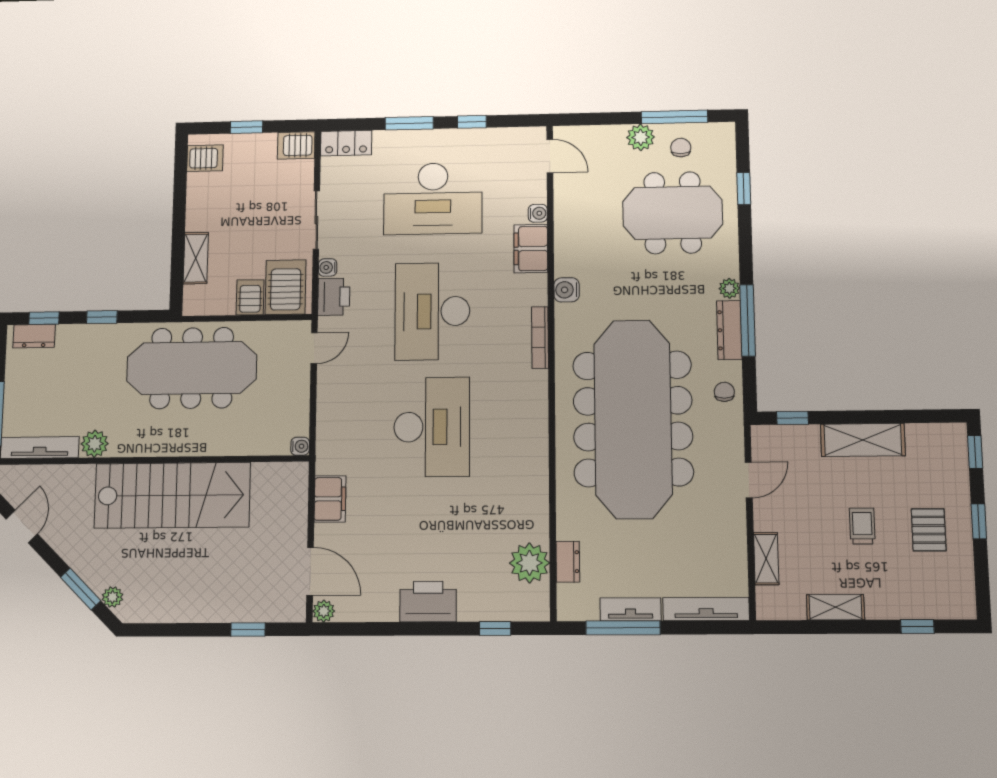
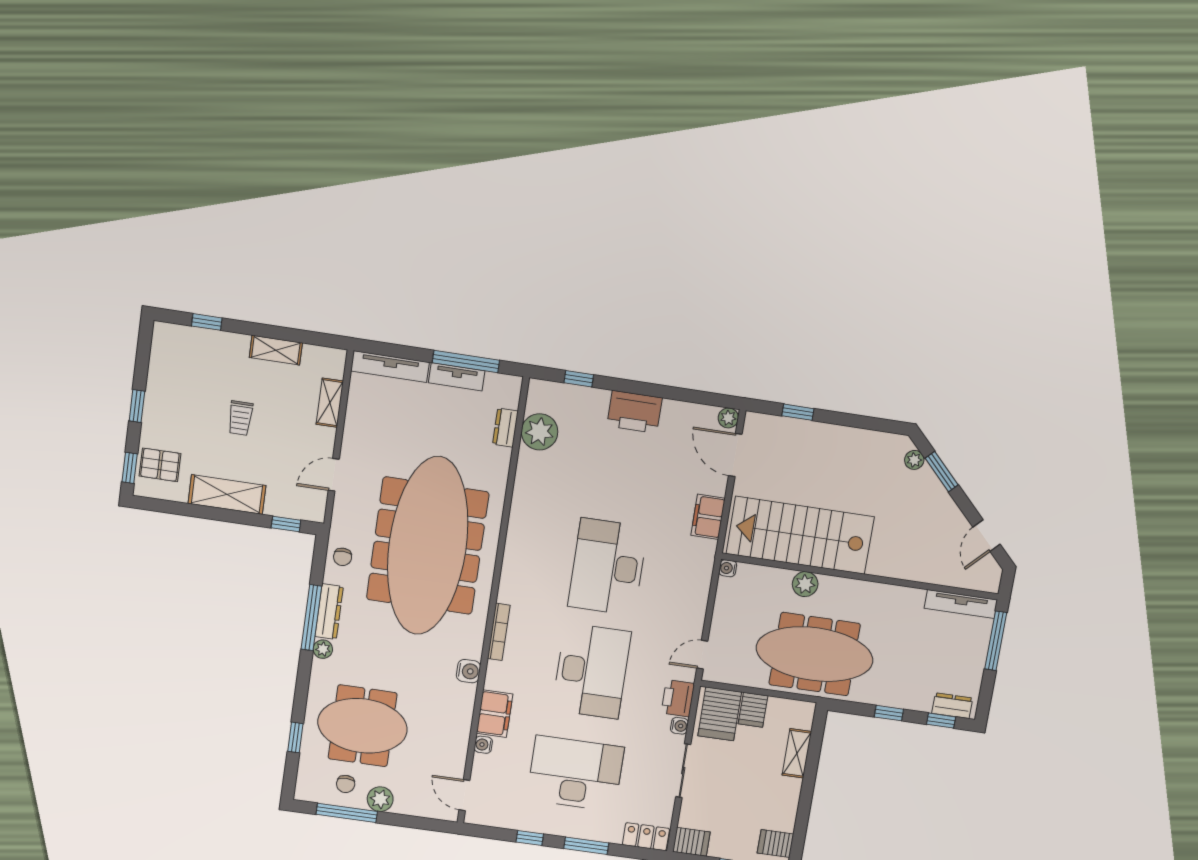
plant: (95, 444) -> (805, 584), moved
stairs: (172, 495) -> (800, 535), moved
pallet: (929, 530) -> (160, 465), moved, turned 90

